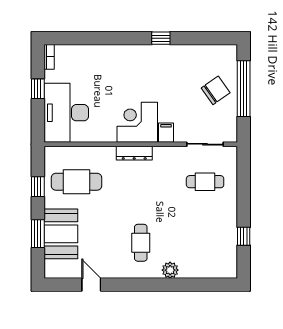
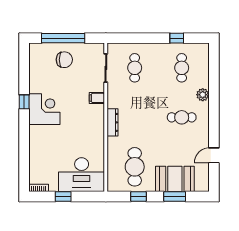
chair: (216, 90) -> (64, 60), turned 125
corner desk: (137, 122) -> (44, 109), moved, turned 180
cafe table: (205, 243) -> (182, 68), added

